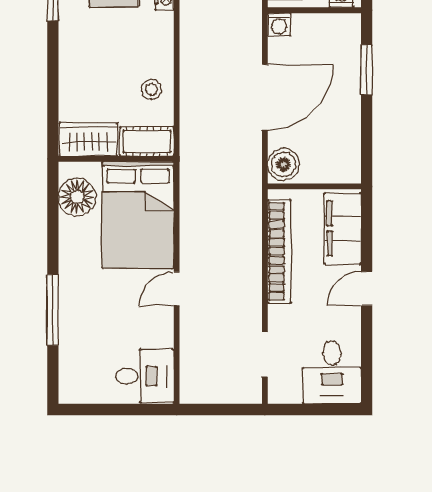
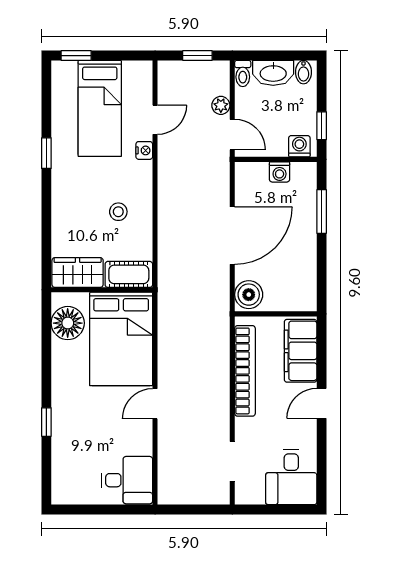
washing machine: (279, 25) -> (280, 172), moved
stool: (151, 89) -> (118, 212), moved
window: (53, 310) -> (46, 422), width x0.46

